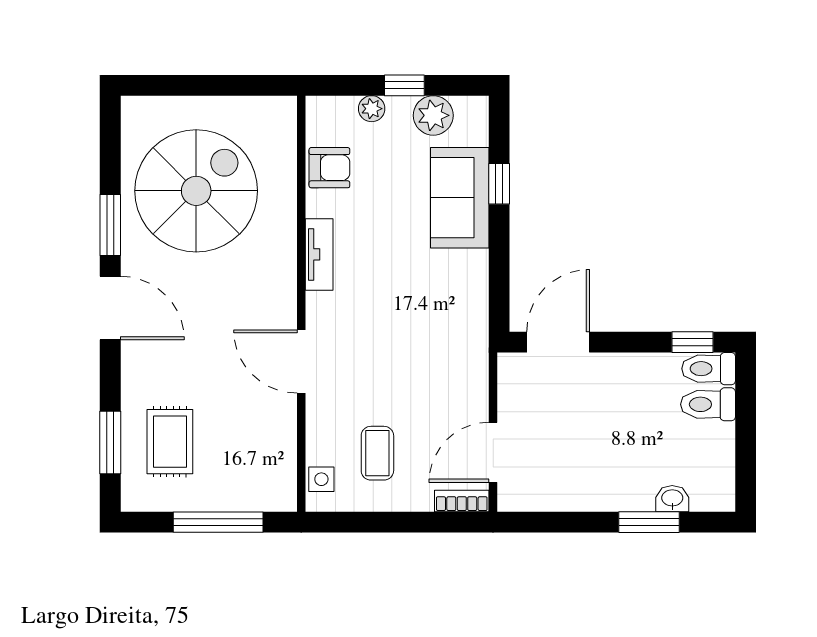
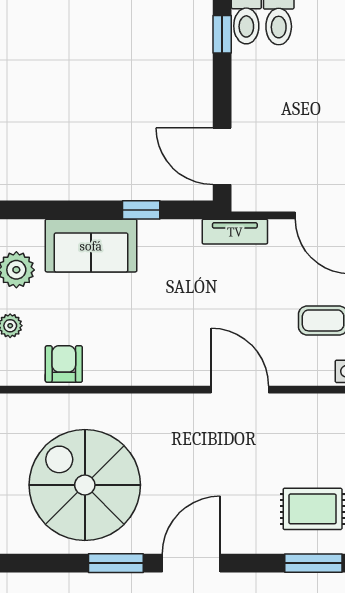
window: (499, 184) -> (141, 210), moved
tv unit: (319, 254) -> (235, 232), moved, turned 180
door: (301, 362) -> (240, 390), swing flipped

